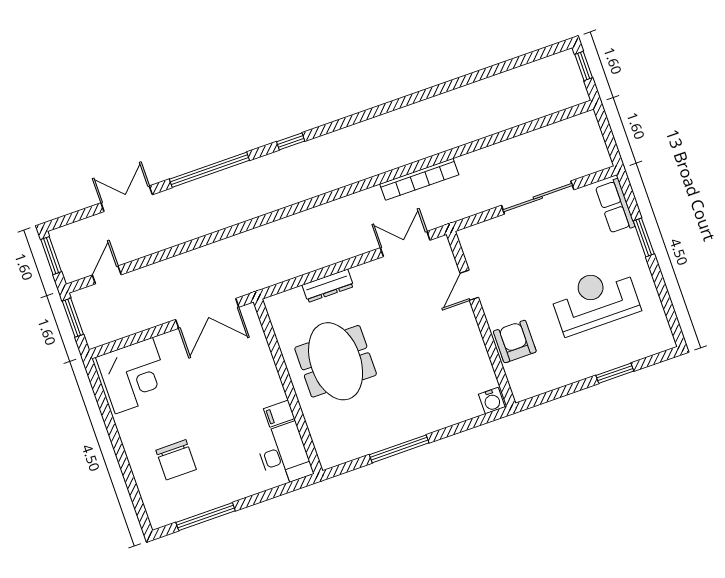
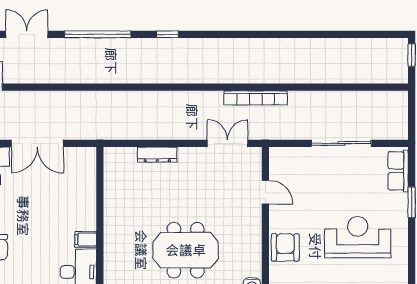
door: (469, 285) -> (265, 192), swing flipped
double door: (207, 313) -> (37, 143), moved
meeting table: (336, 361) -> (186, 250), moved, turned 90

